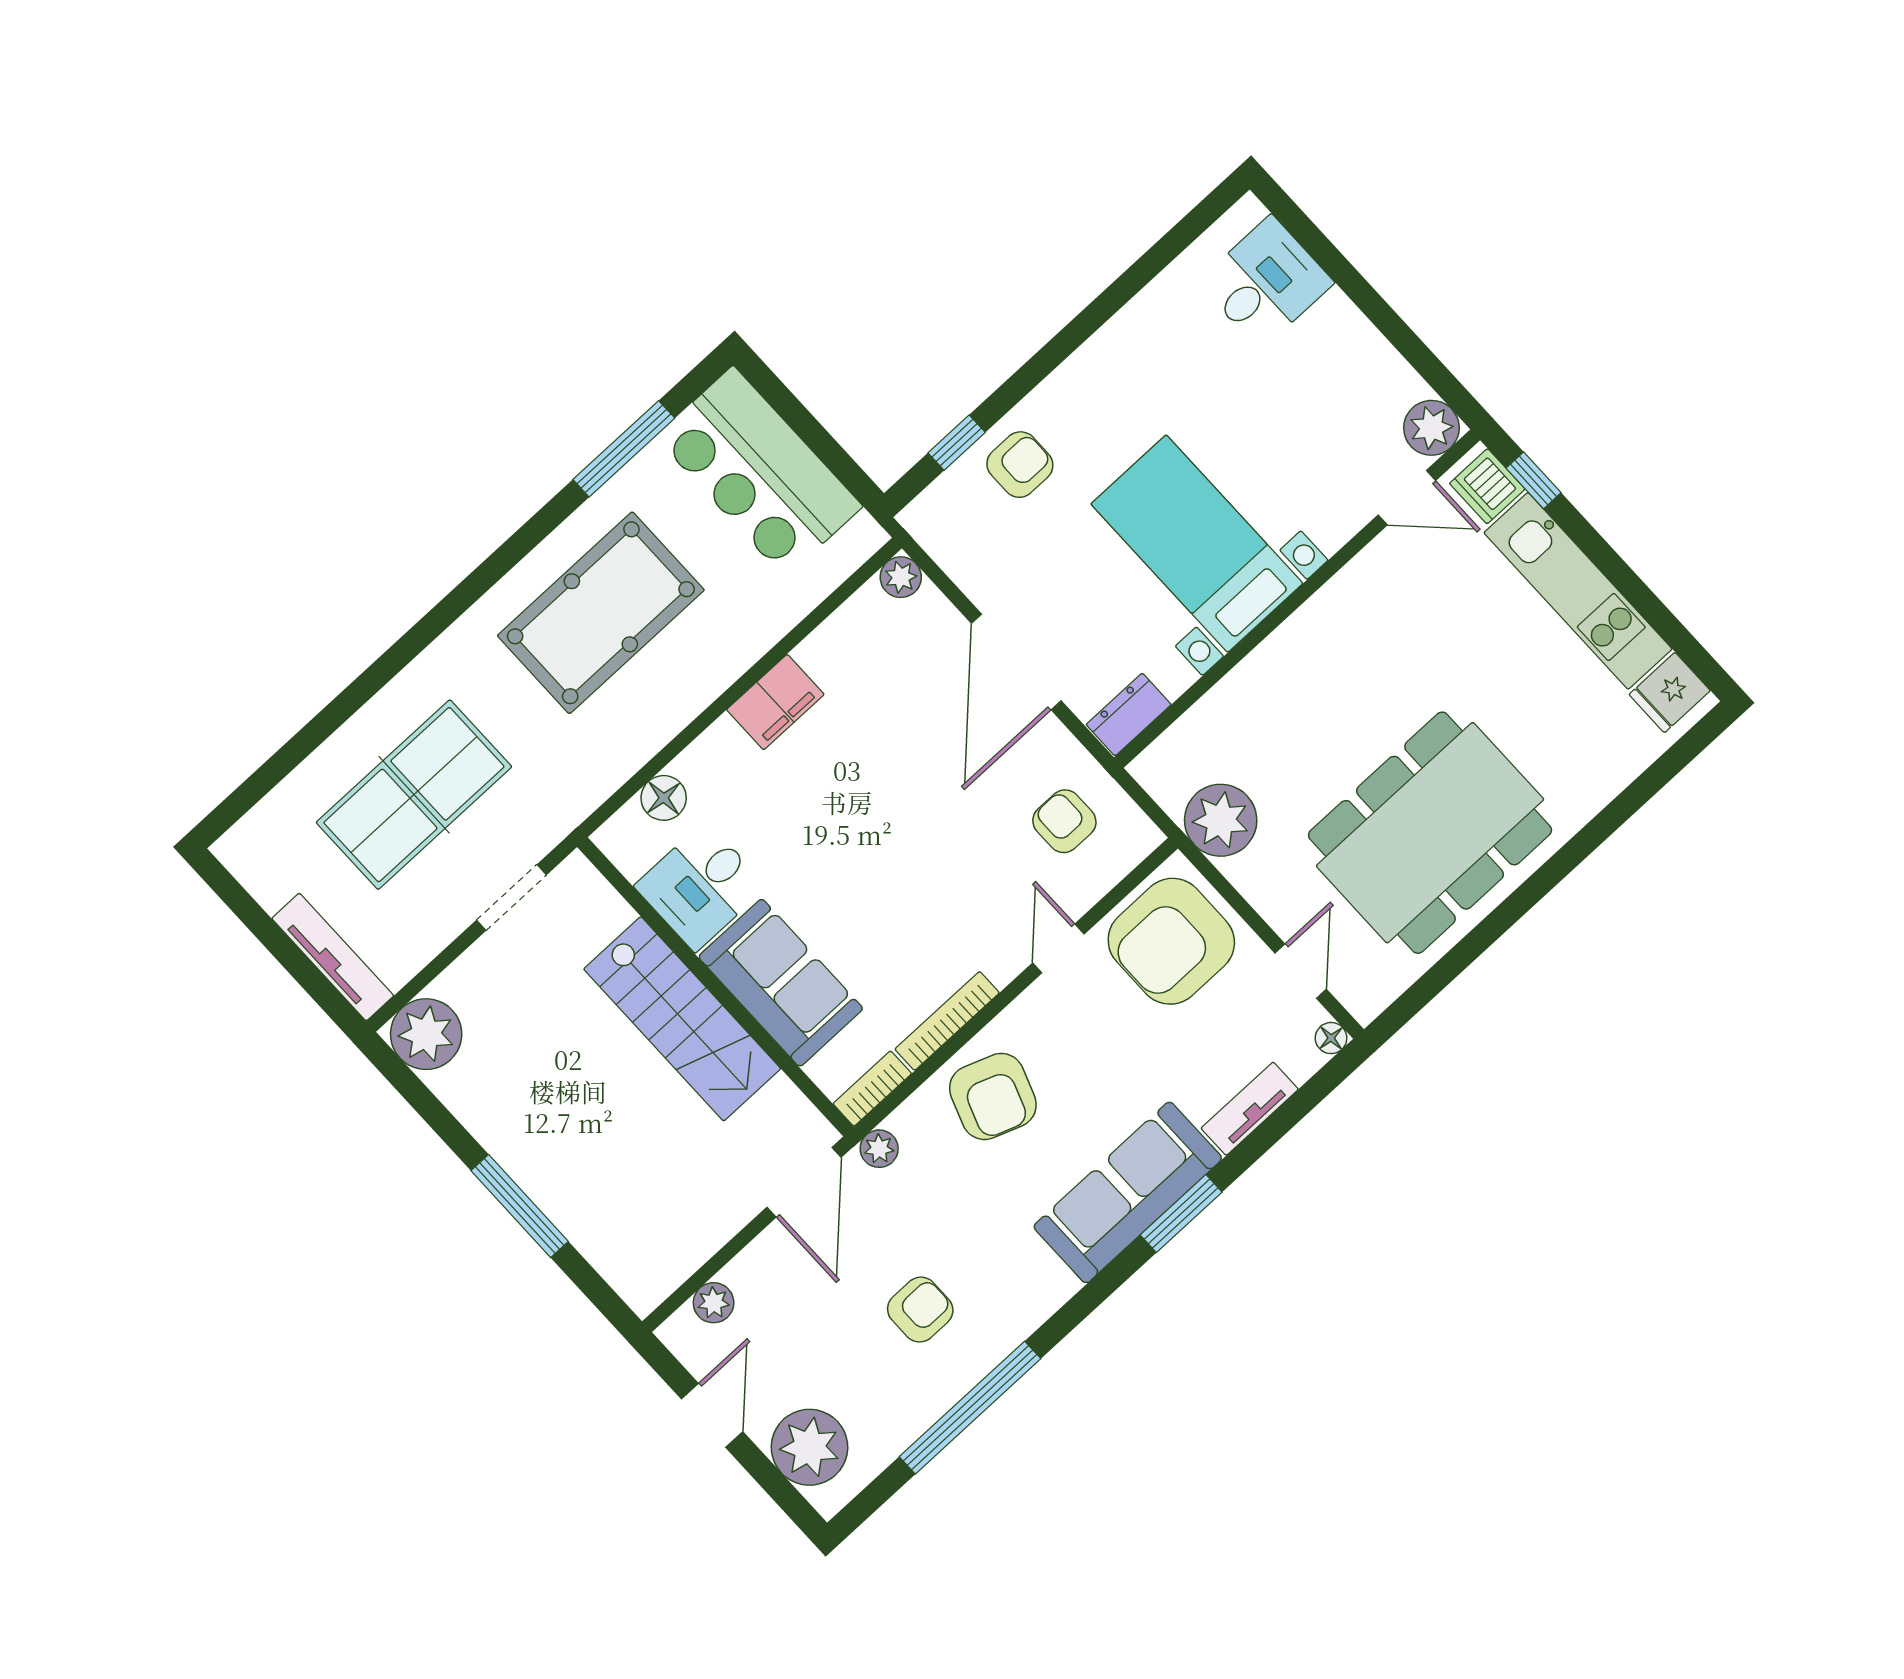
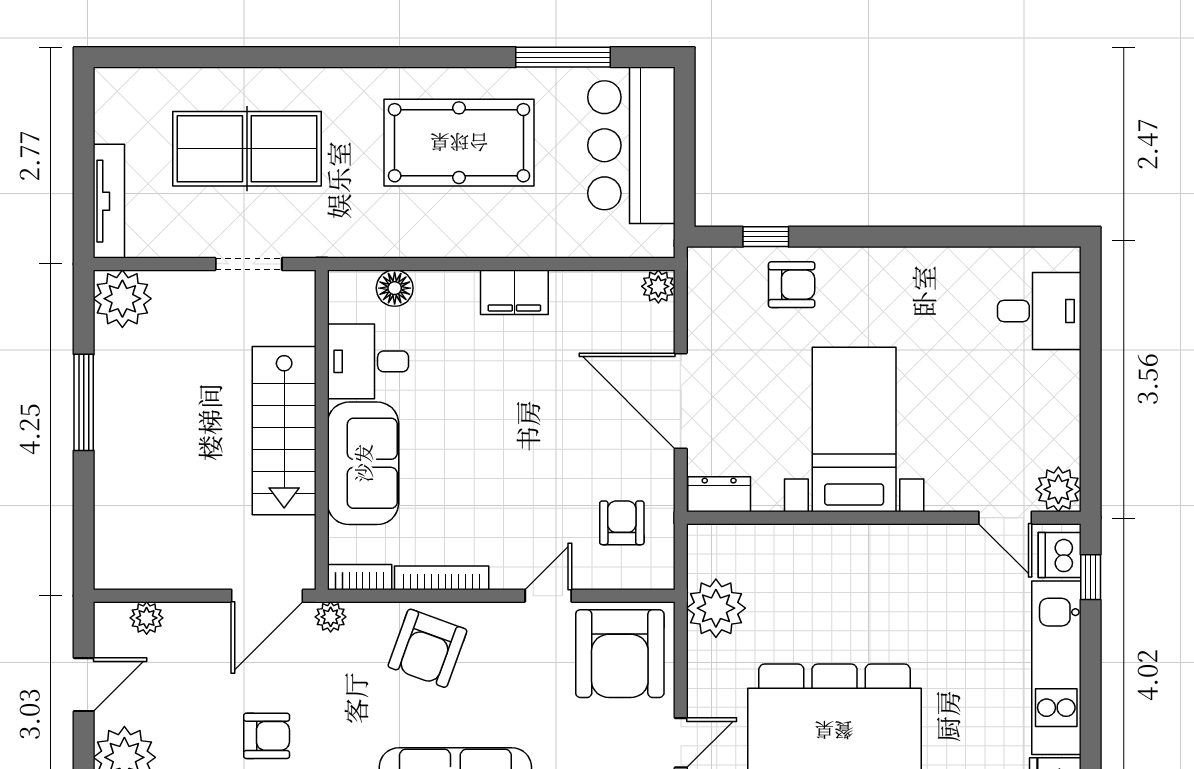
door: (1016, 662) -> (681, 401), hinge flipped
armchair: (1171, 941) -> (620, 654), turned -90
window: (520, 1206) -> (84, 402), moved

